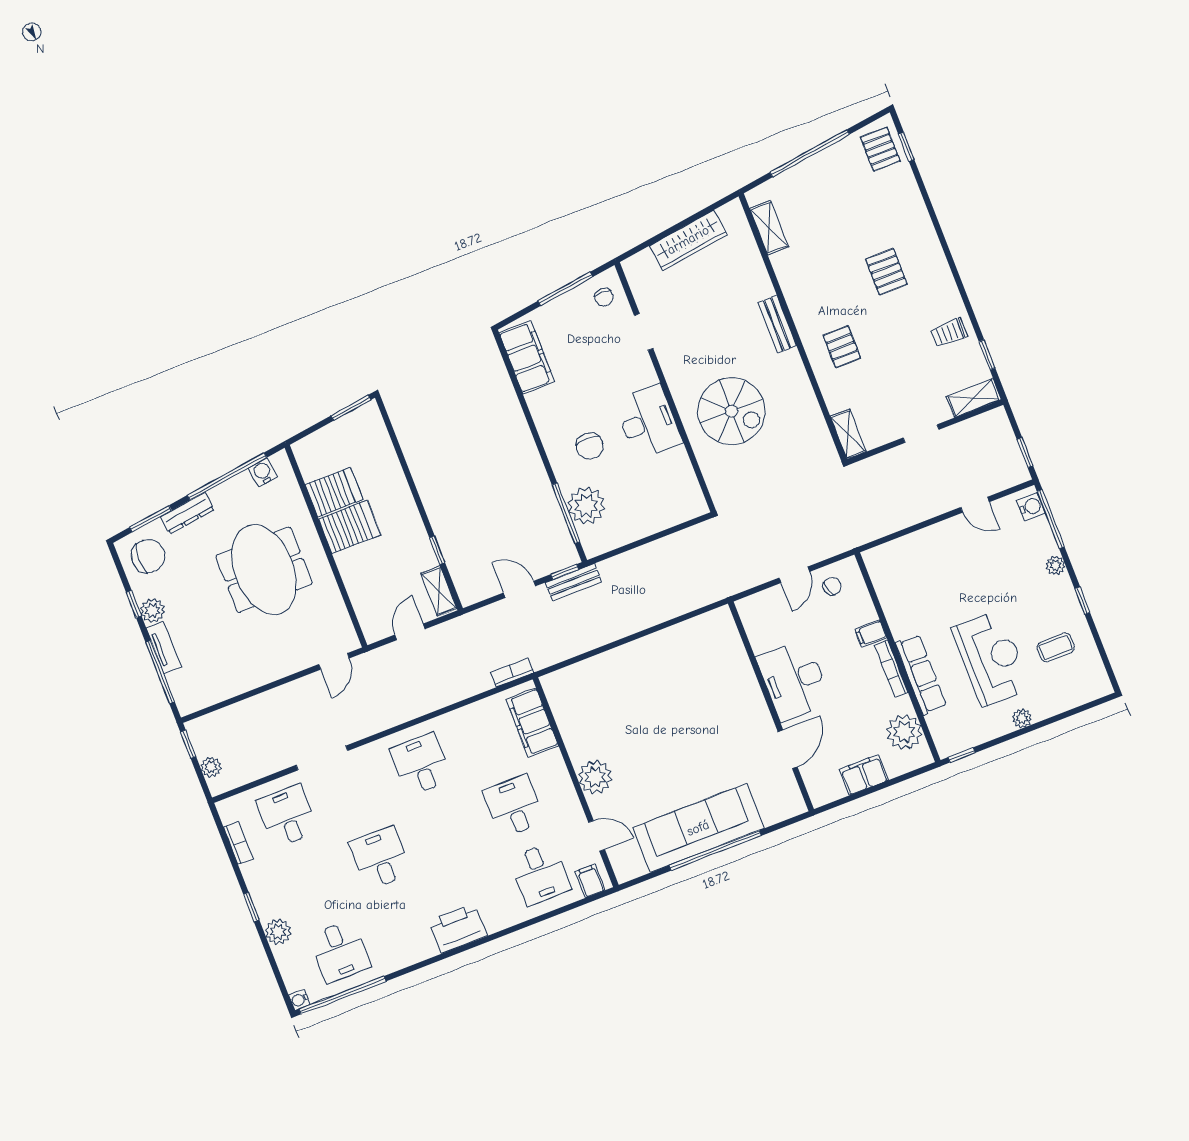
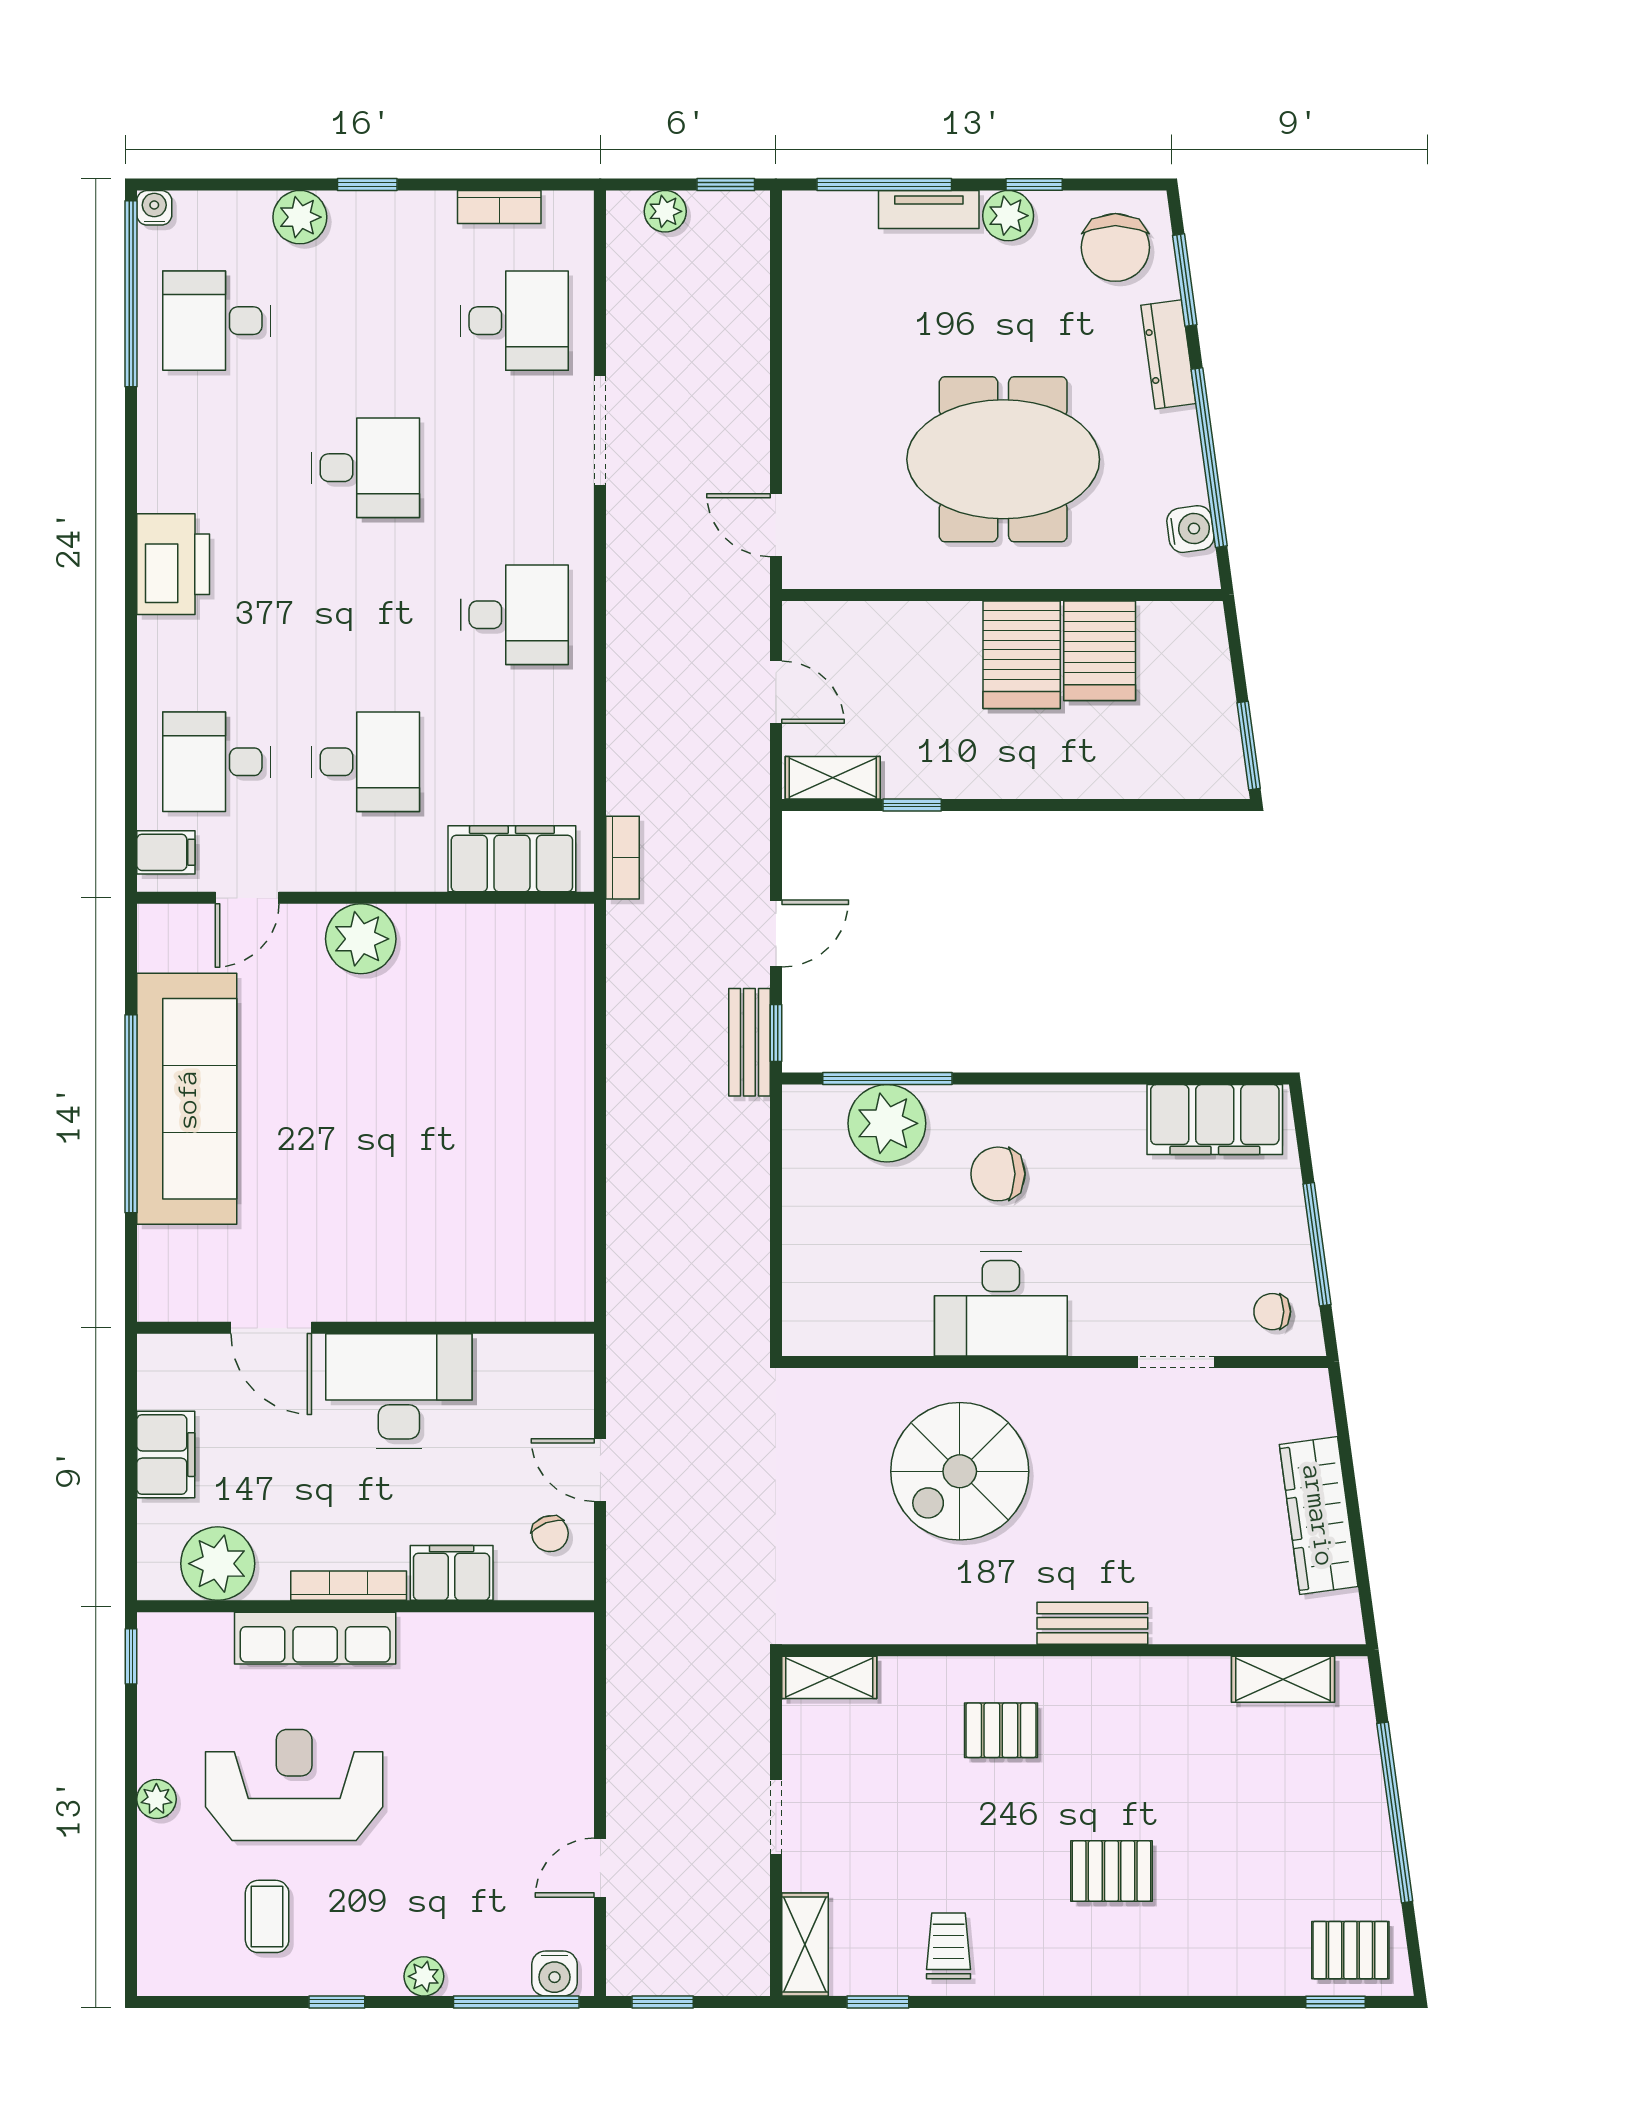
filing cabinet: (871, 633) -> (452, 1573), width x2.00
reception desk: (991, 658) -> (294, 1785), turned 180

